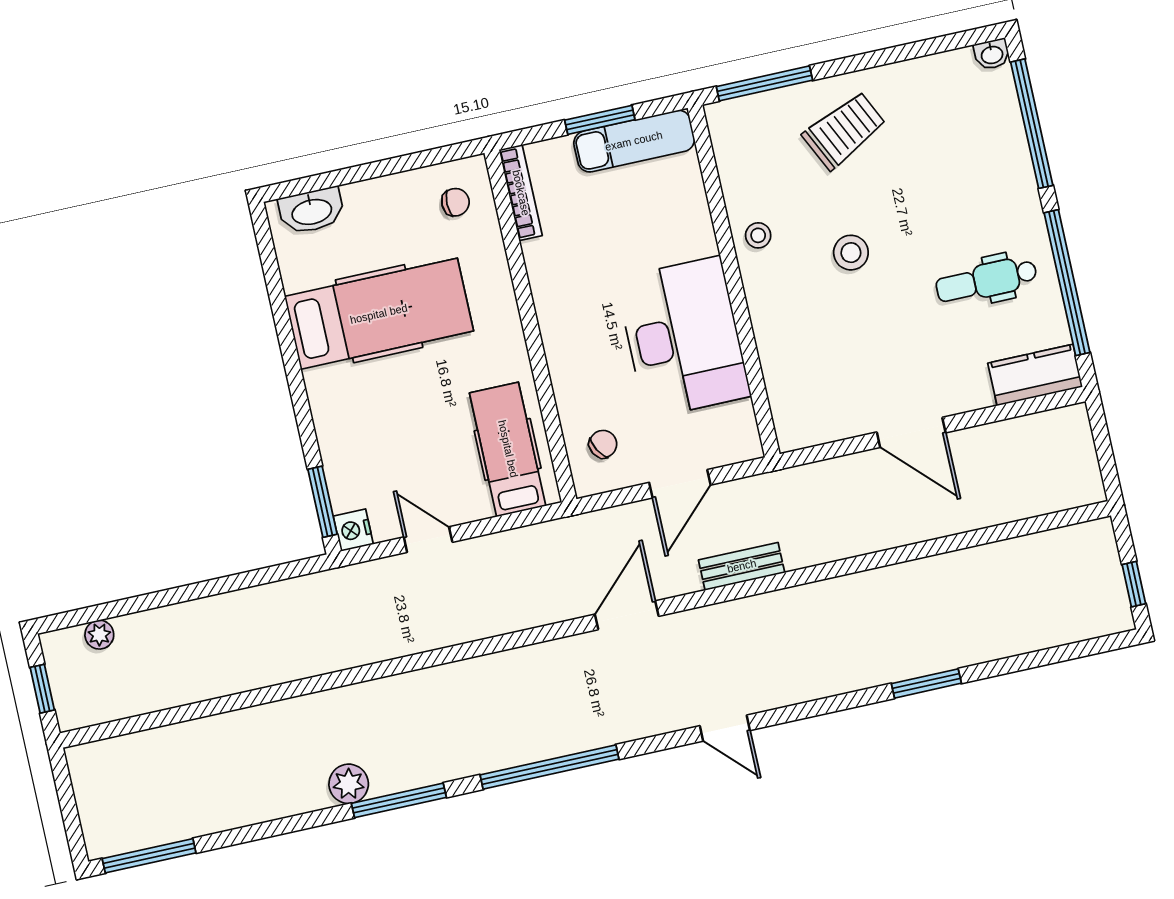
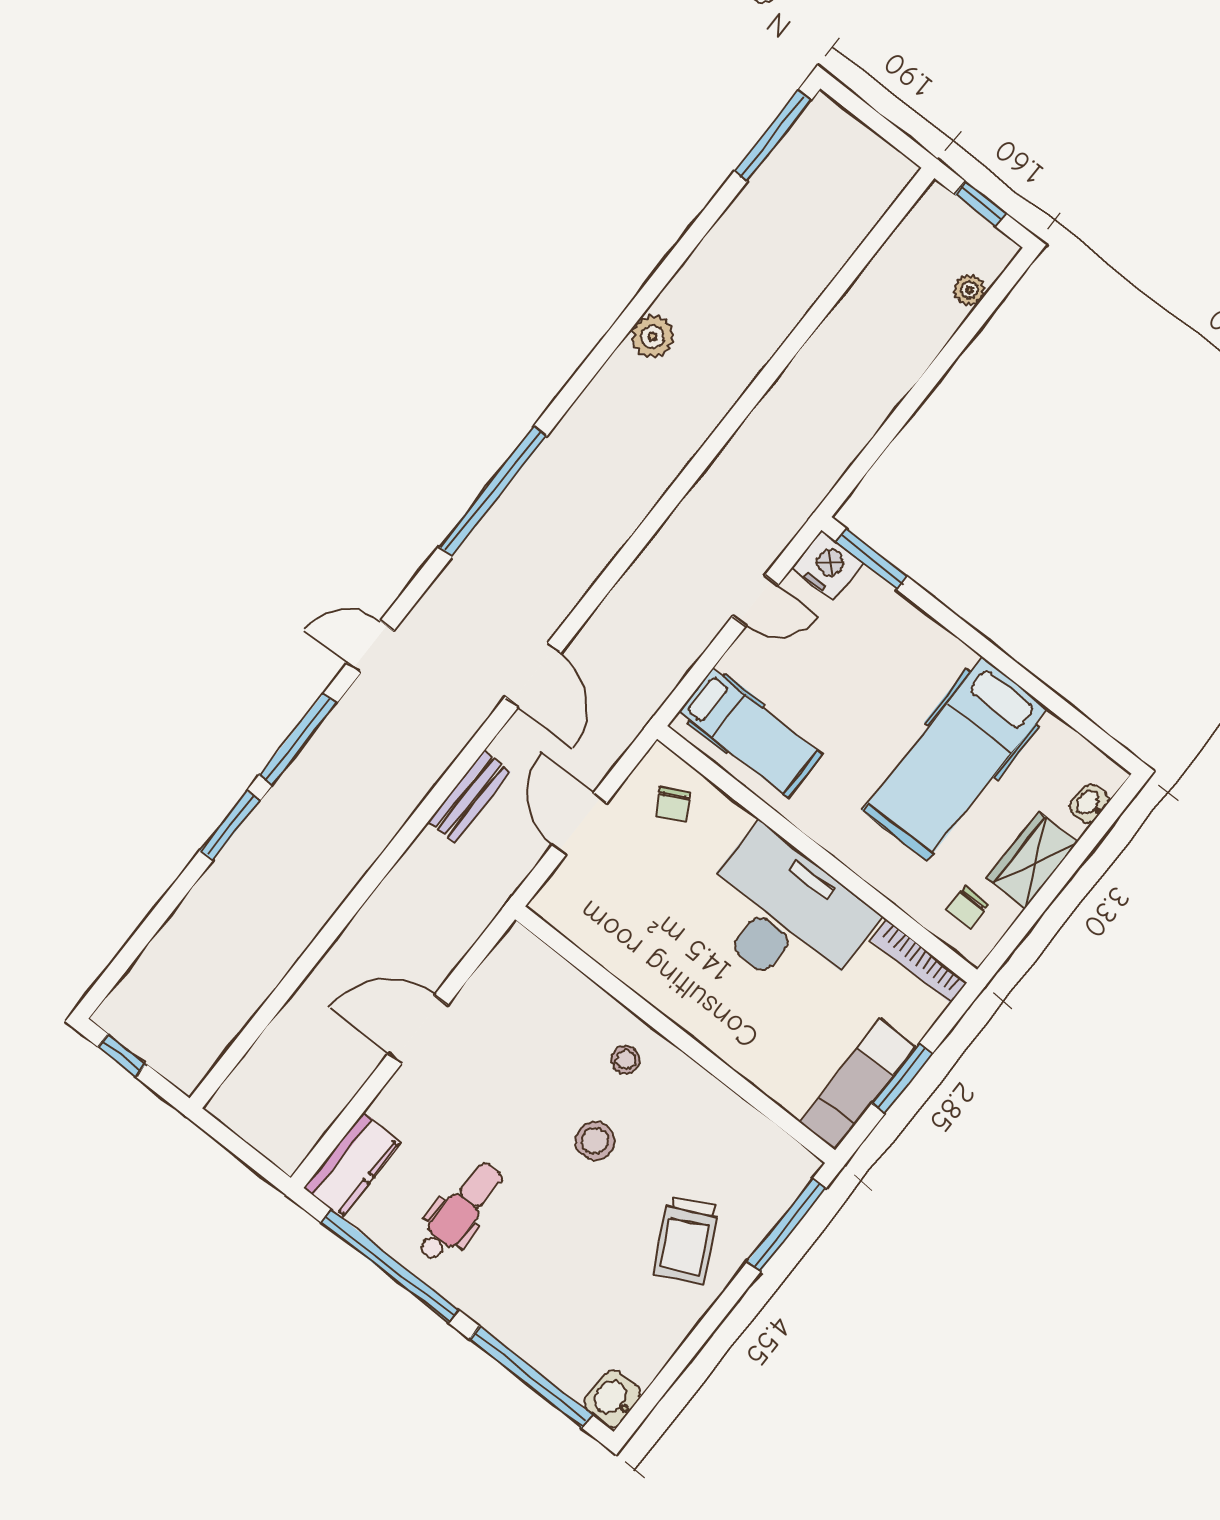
washbasin: (992, 54) -> (612, 1399), width x1.38, depth x1.45
wardrobe: (383, 198) -> (1032, 860), added
washbasin: (312, 211) -> (1089, 804), width x0.52, depth x0.69
stool: (758, 235) -> (626, 1060), moved
desk: (683, 337) -> (784, 915), moved, turned 180
nightstand: (353, 530) -> (828, 566), width x1.36, depth x1.33
window: (399, 800) -> (298, 739), moved

